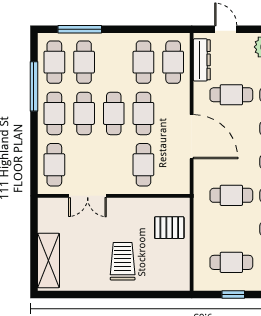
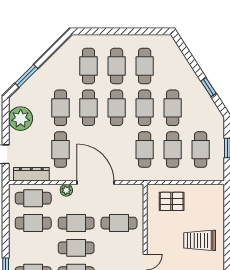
plant: (183, 102) -> (66, 190), added
door: (192, 137) -> (95, 183), hinge flipped
pallet: (169, 228) -> (172, 201), turned 90
cafe table: (231, 229) -> (173, 150), added

